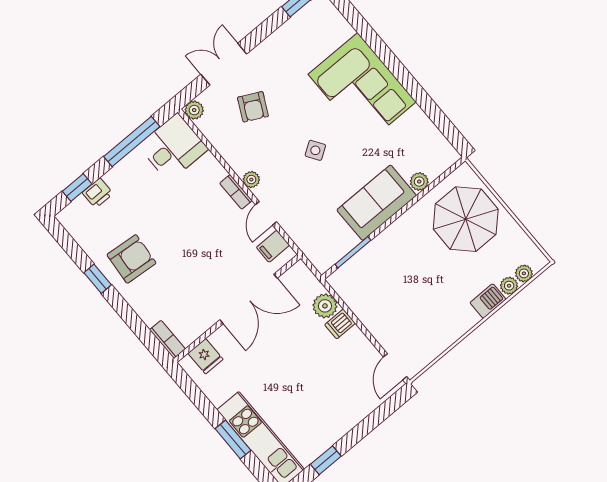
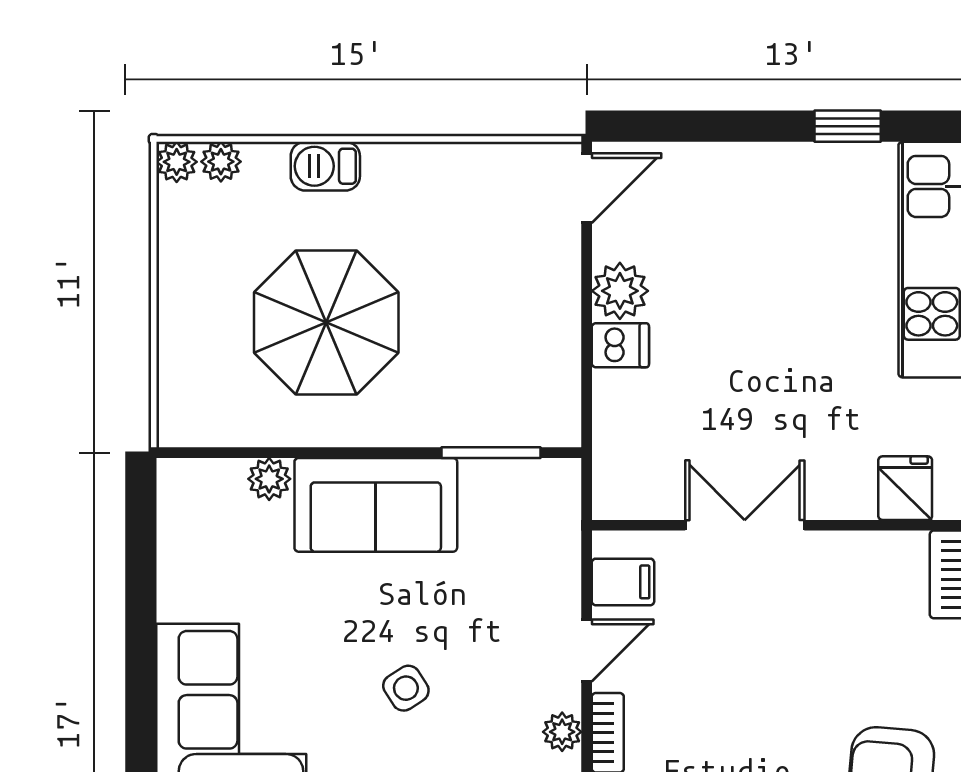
parasol: (466, 219) -> (326, 323), moved
plant: (509, 286) -> (177, 162), moved
double door: (248, 299) -> (745, 525), width x0.73
plant: (325, 306) -> (620, 291), moved

